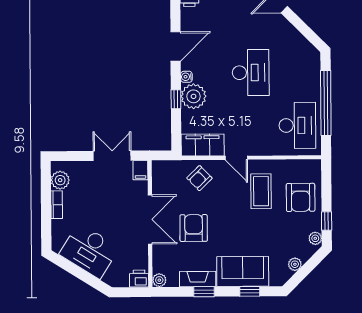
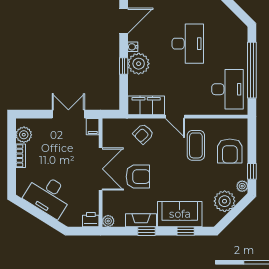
armchair: (194, 228) -> (138, 177), turned 90
plant: (295, 264) -> (225, 201), width x1.88, depth x1.88

